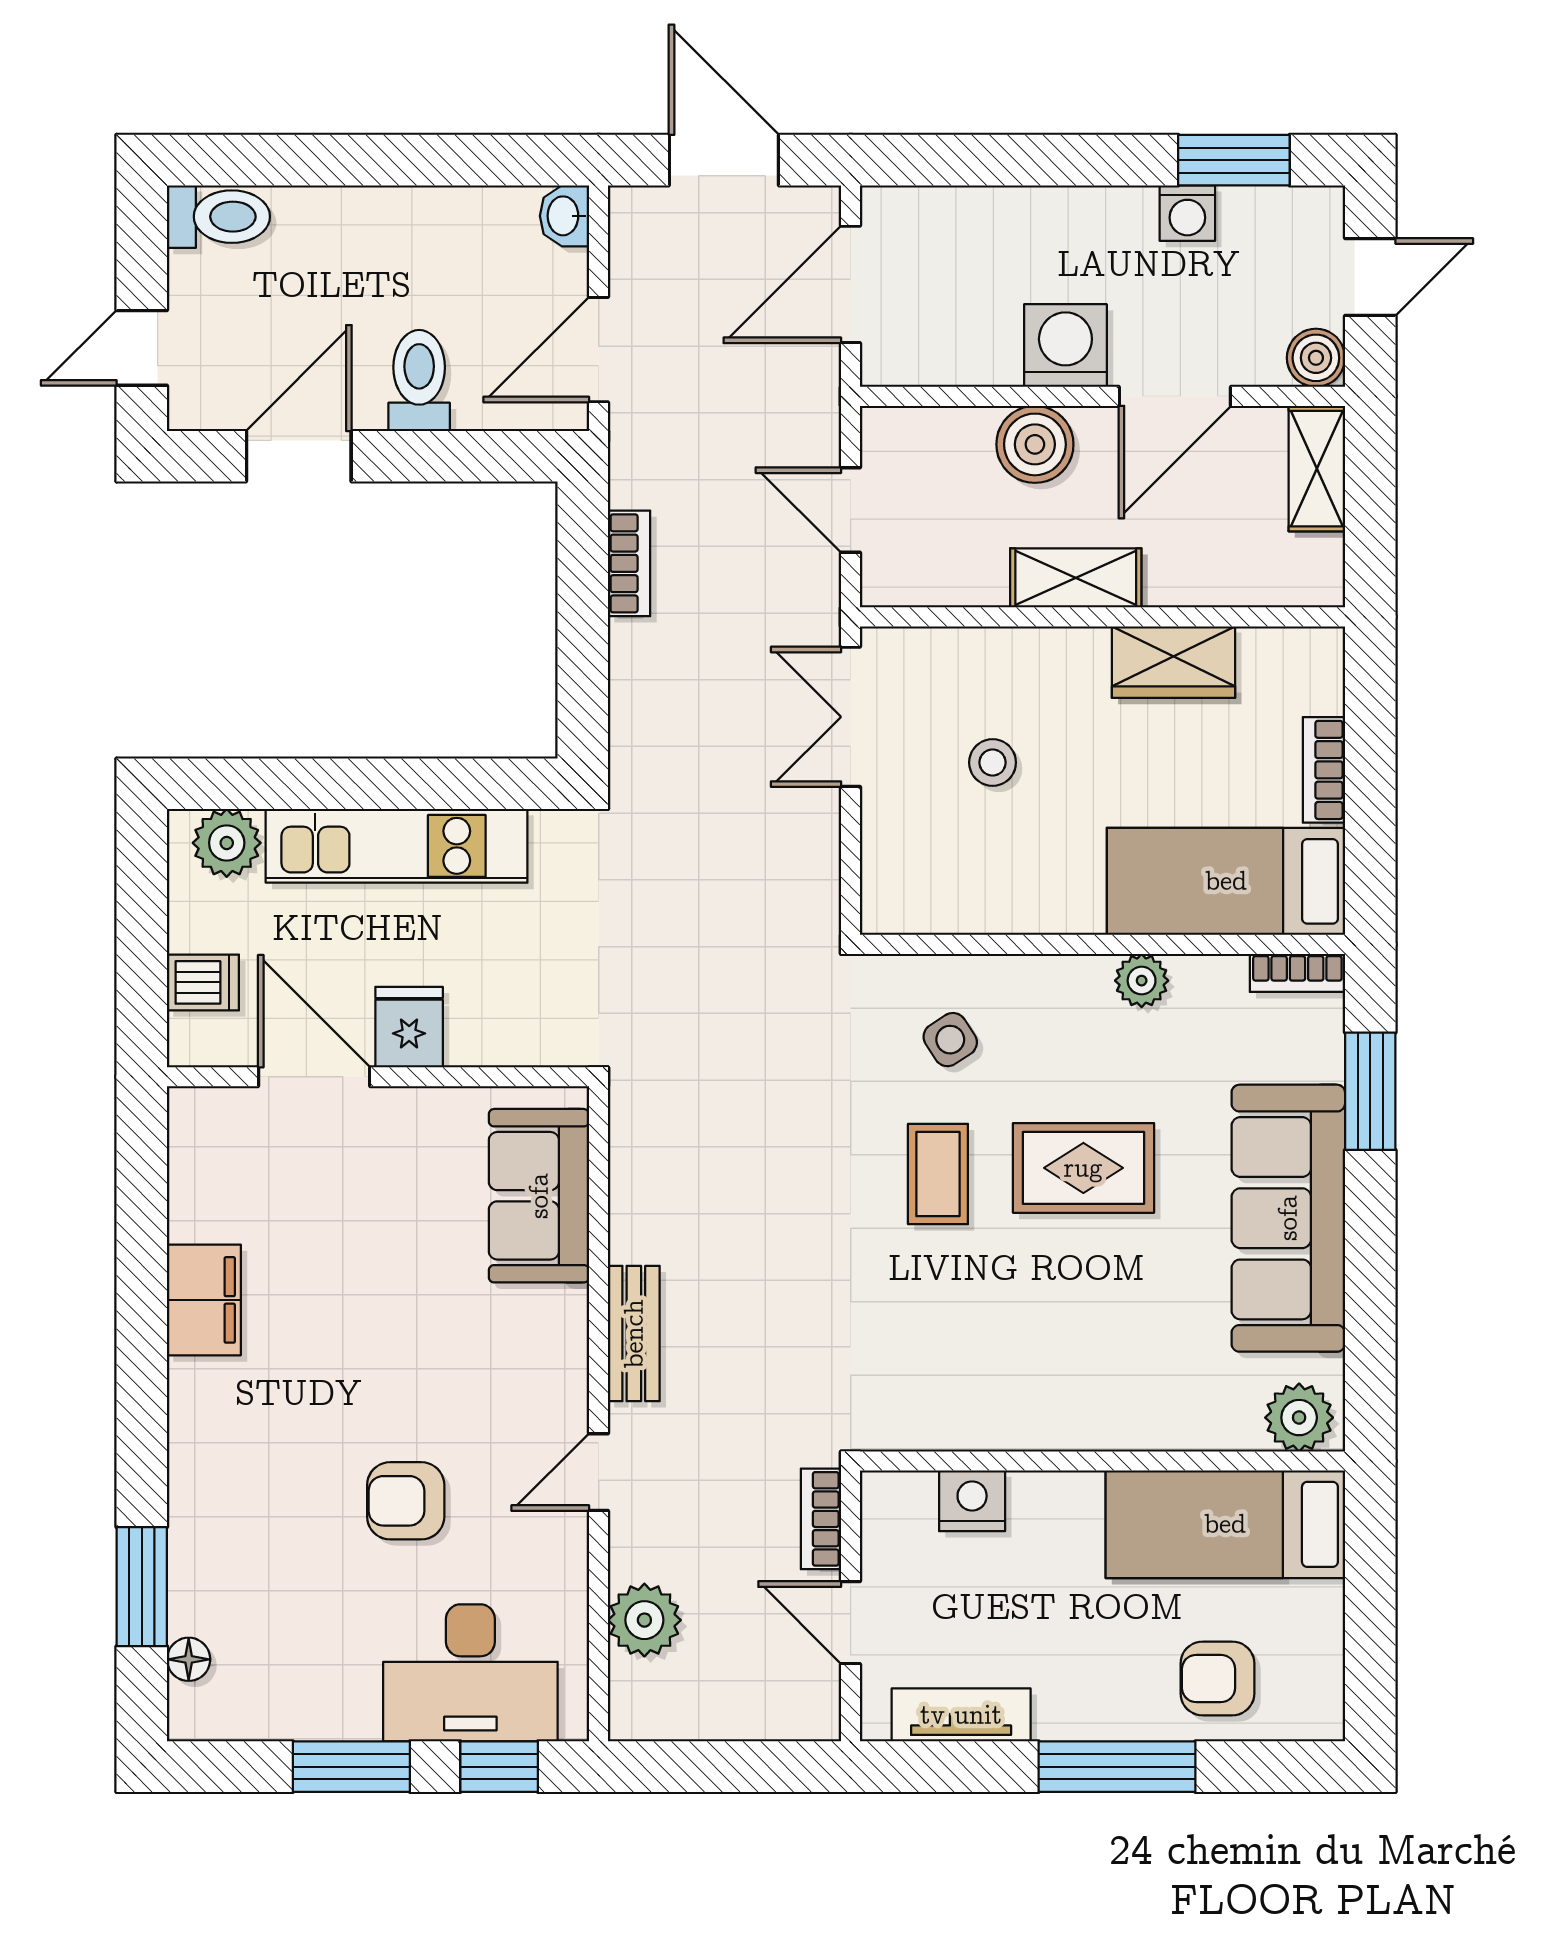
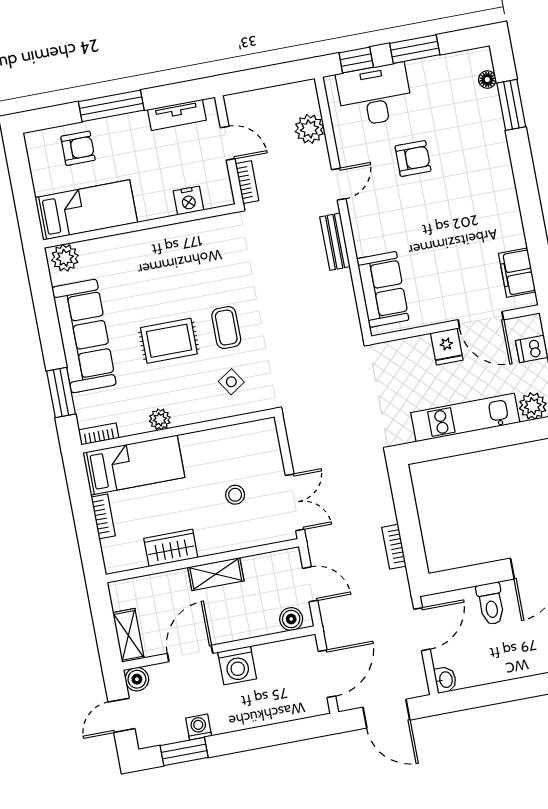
boiler: (1035, 444) -> (291, 619), moved, width x0.73, depth x0.73
filing cabinet: (204, 1300) -> (517, 273), moved

